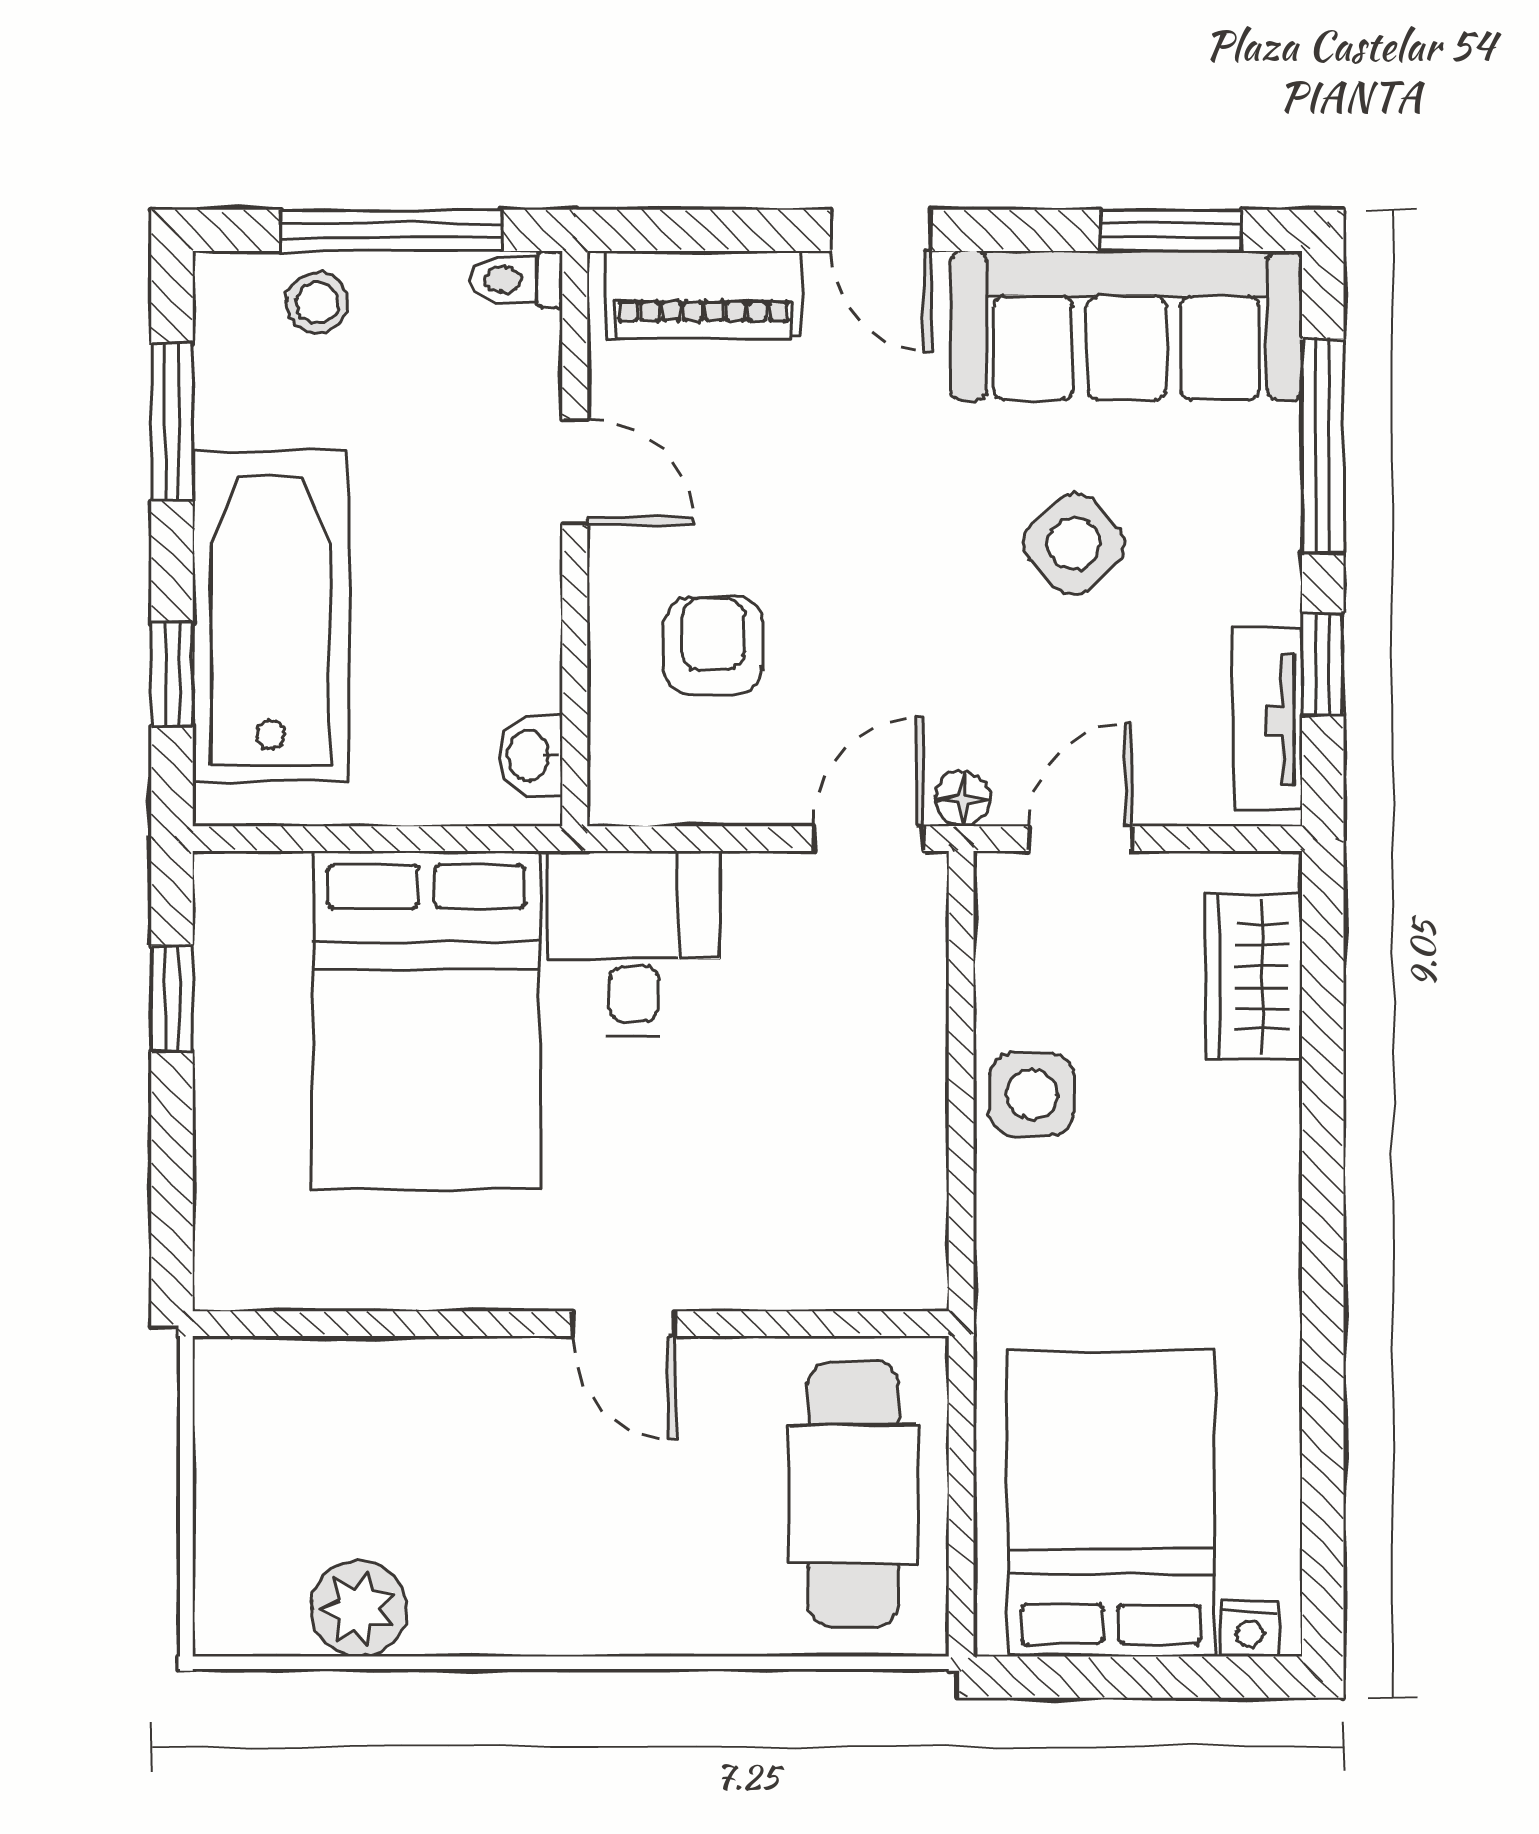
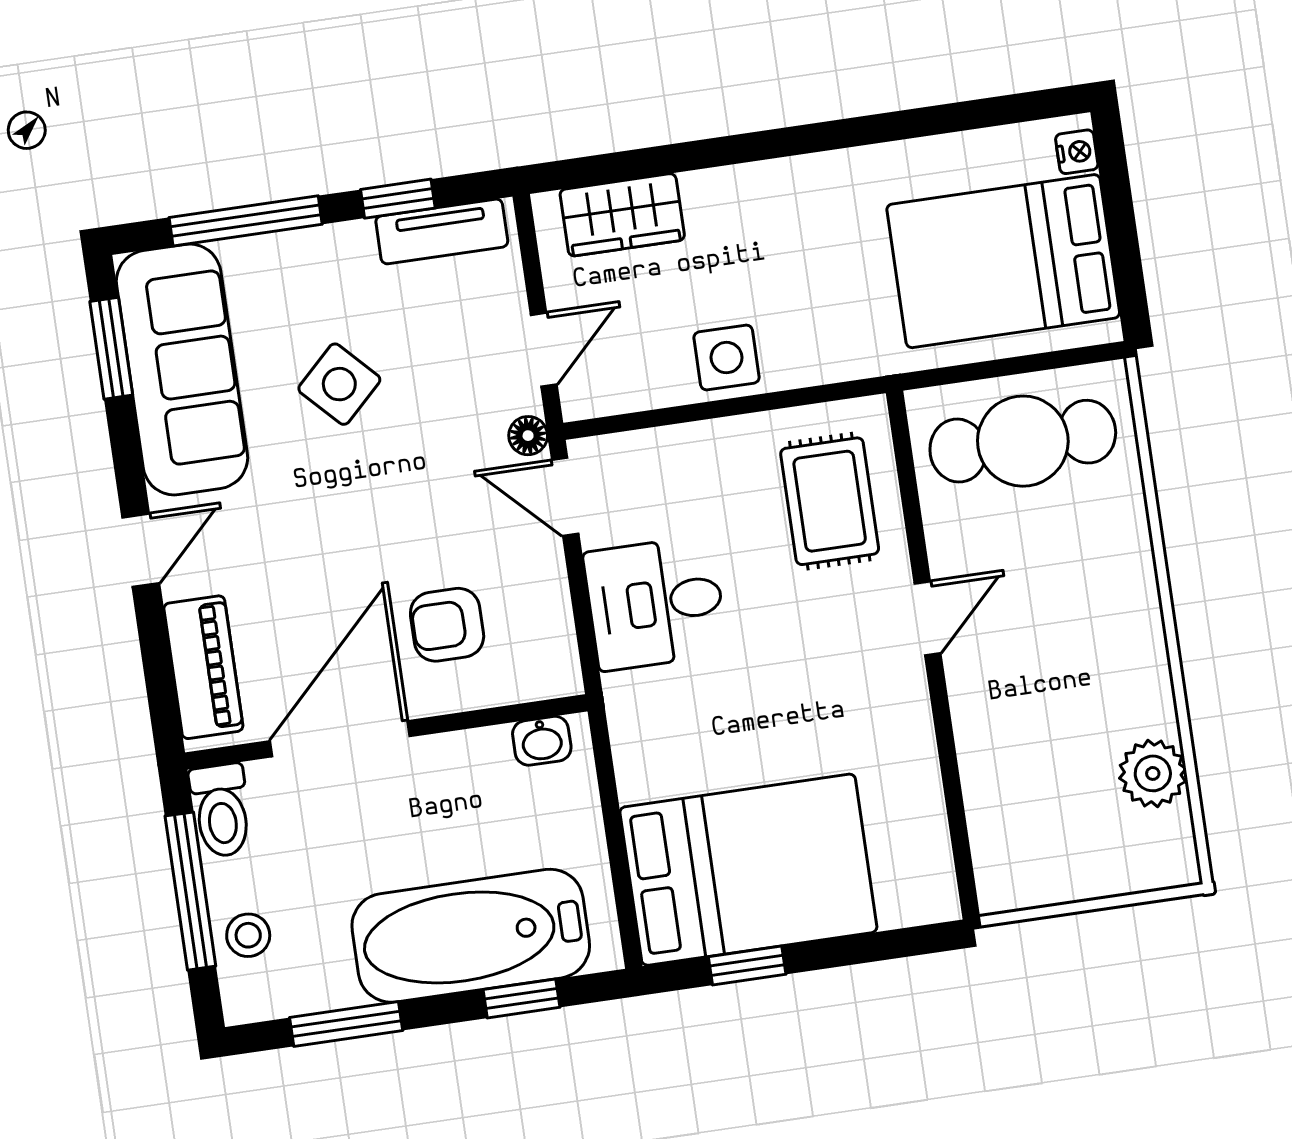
toilet: (516, 279) -> (221, 810), width x1.37, depth x1.39
door: (575, 472) -> (340, 739), width x1.88
door: (1081, 839) -> (544, 350), swing flipped
desk: (633, 944) -> (656, 603), moved
bed: (427, 1020) -> (748, 870), moved
rug: (808, 1210) -> (830, 501), added

